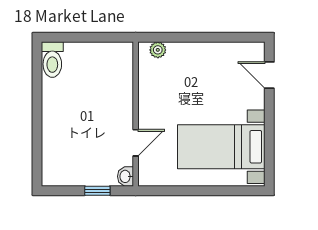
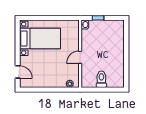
toilet: (52, 60) -> (101, 79), moved
door: (136, 143) -> (80, 57), moved

